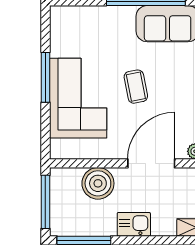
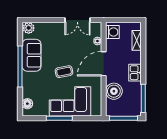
floor lamp: (74, 16) -> (27, 104), added
door: (151, 163) -> (104, 64), hinge flipped

